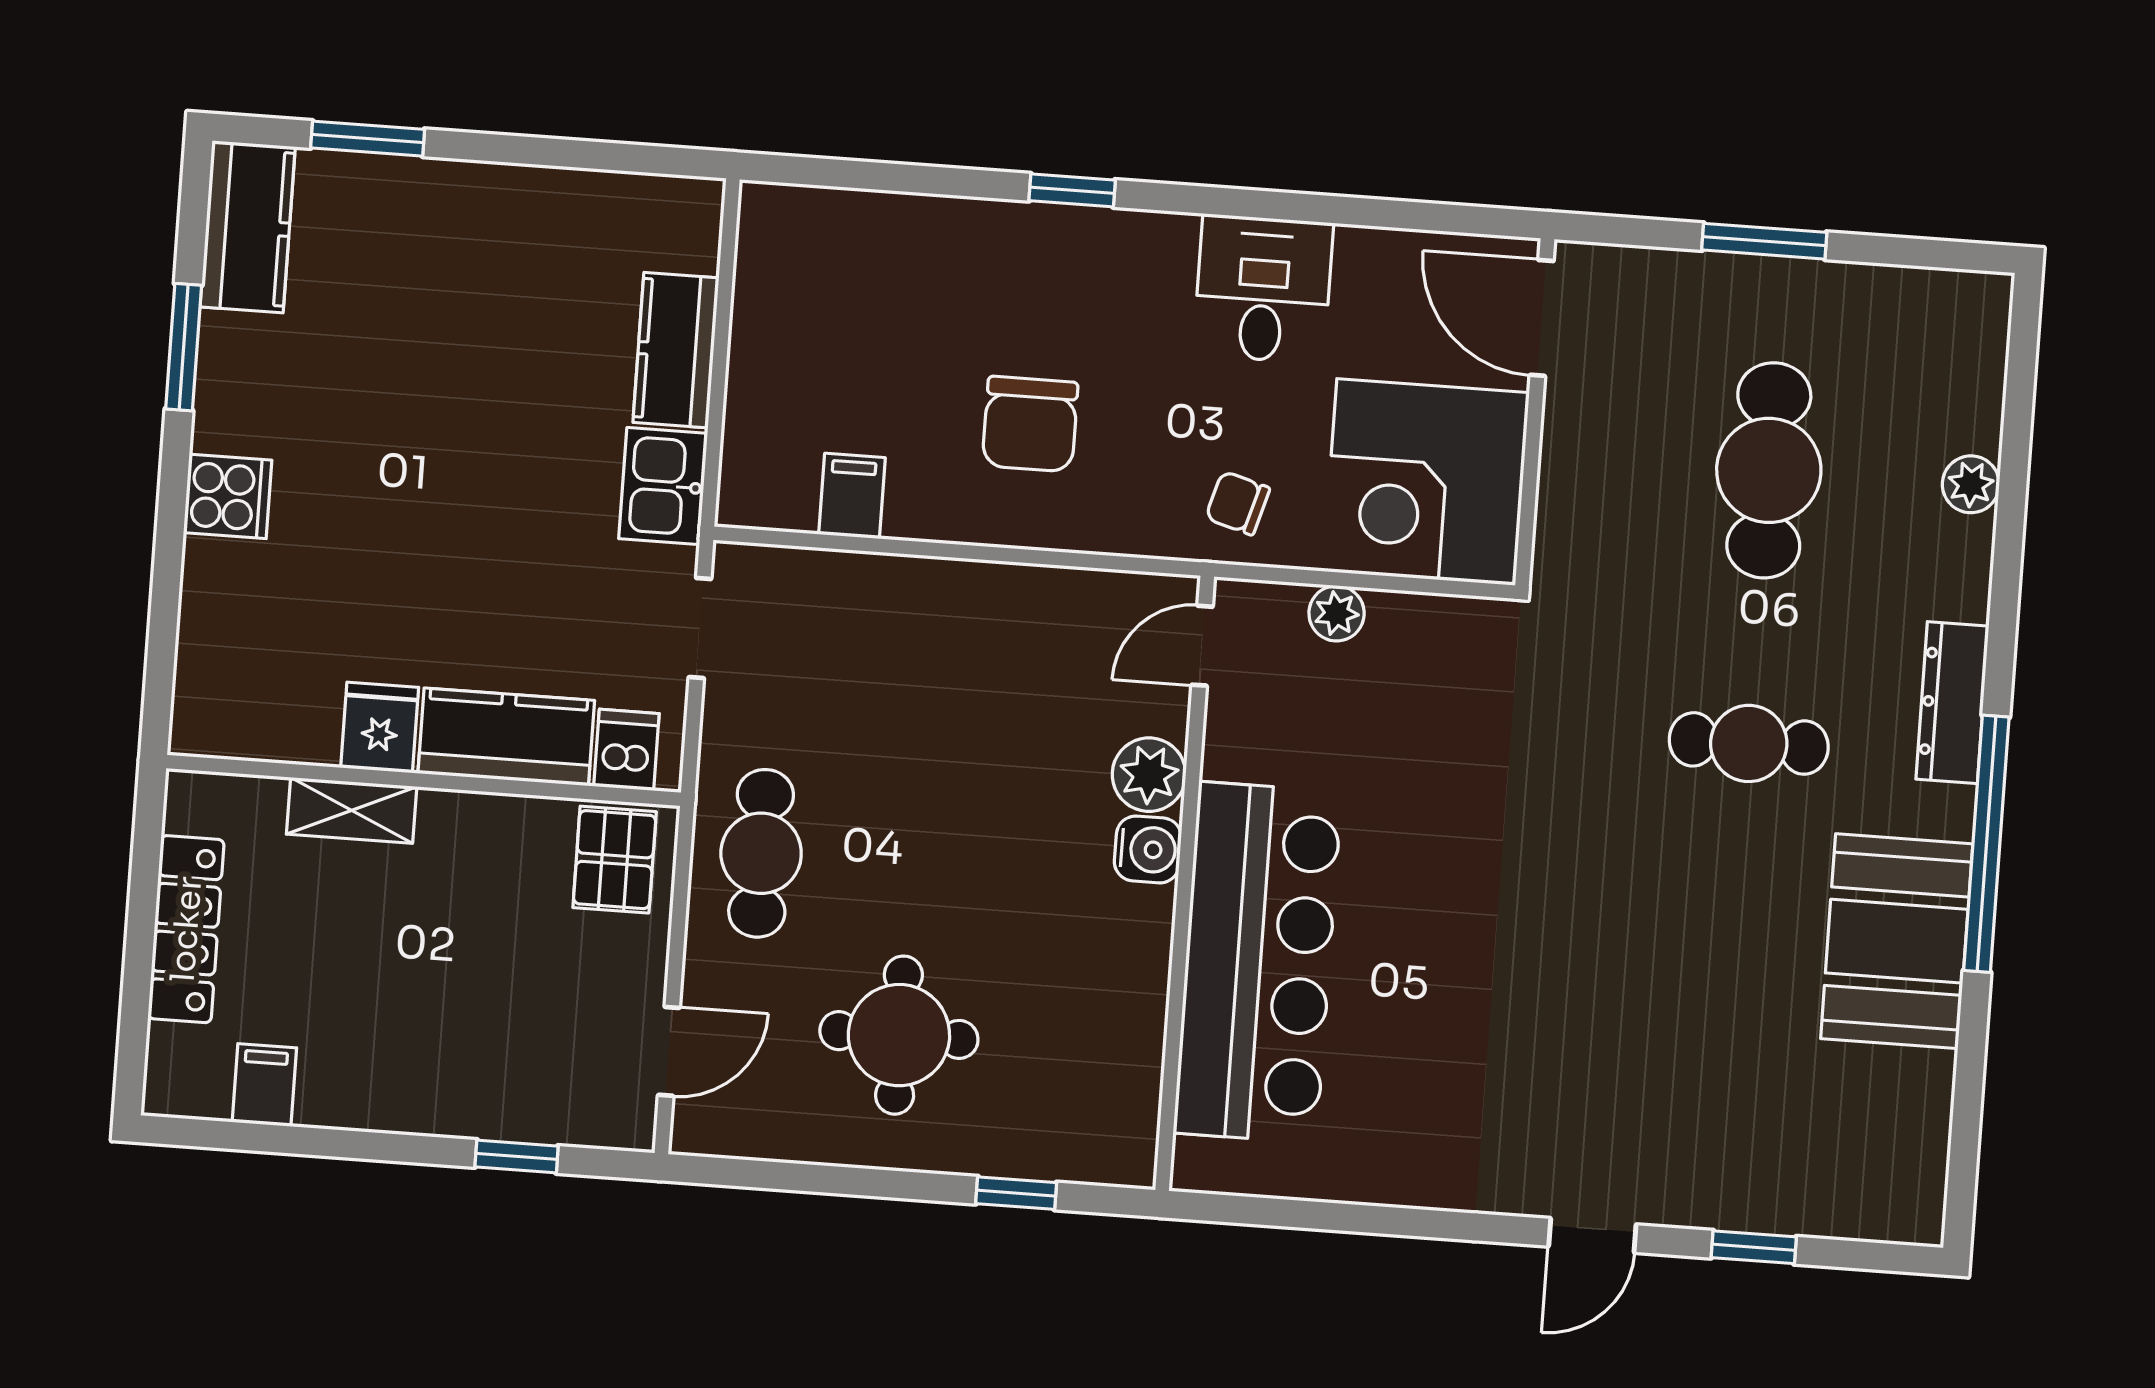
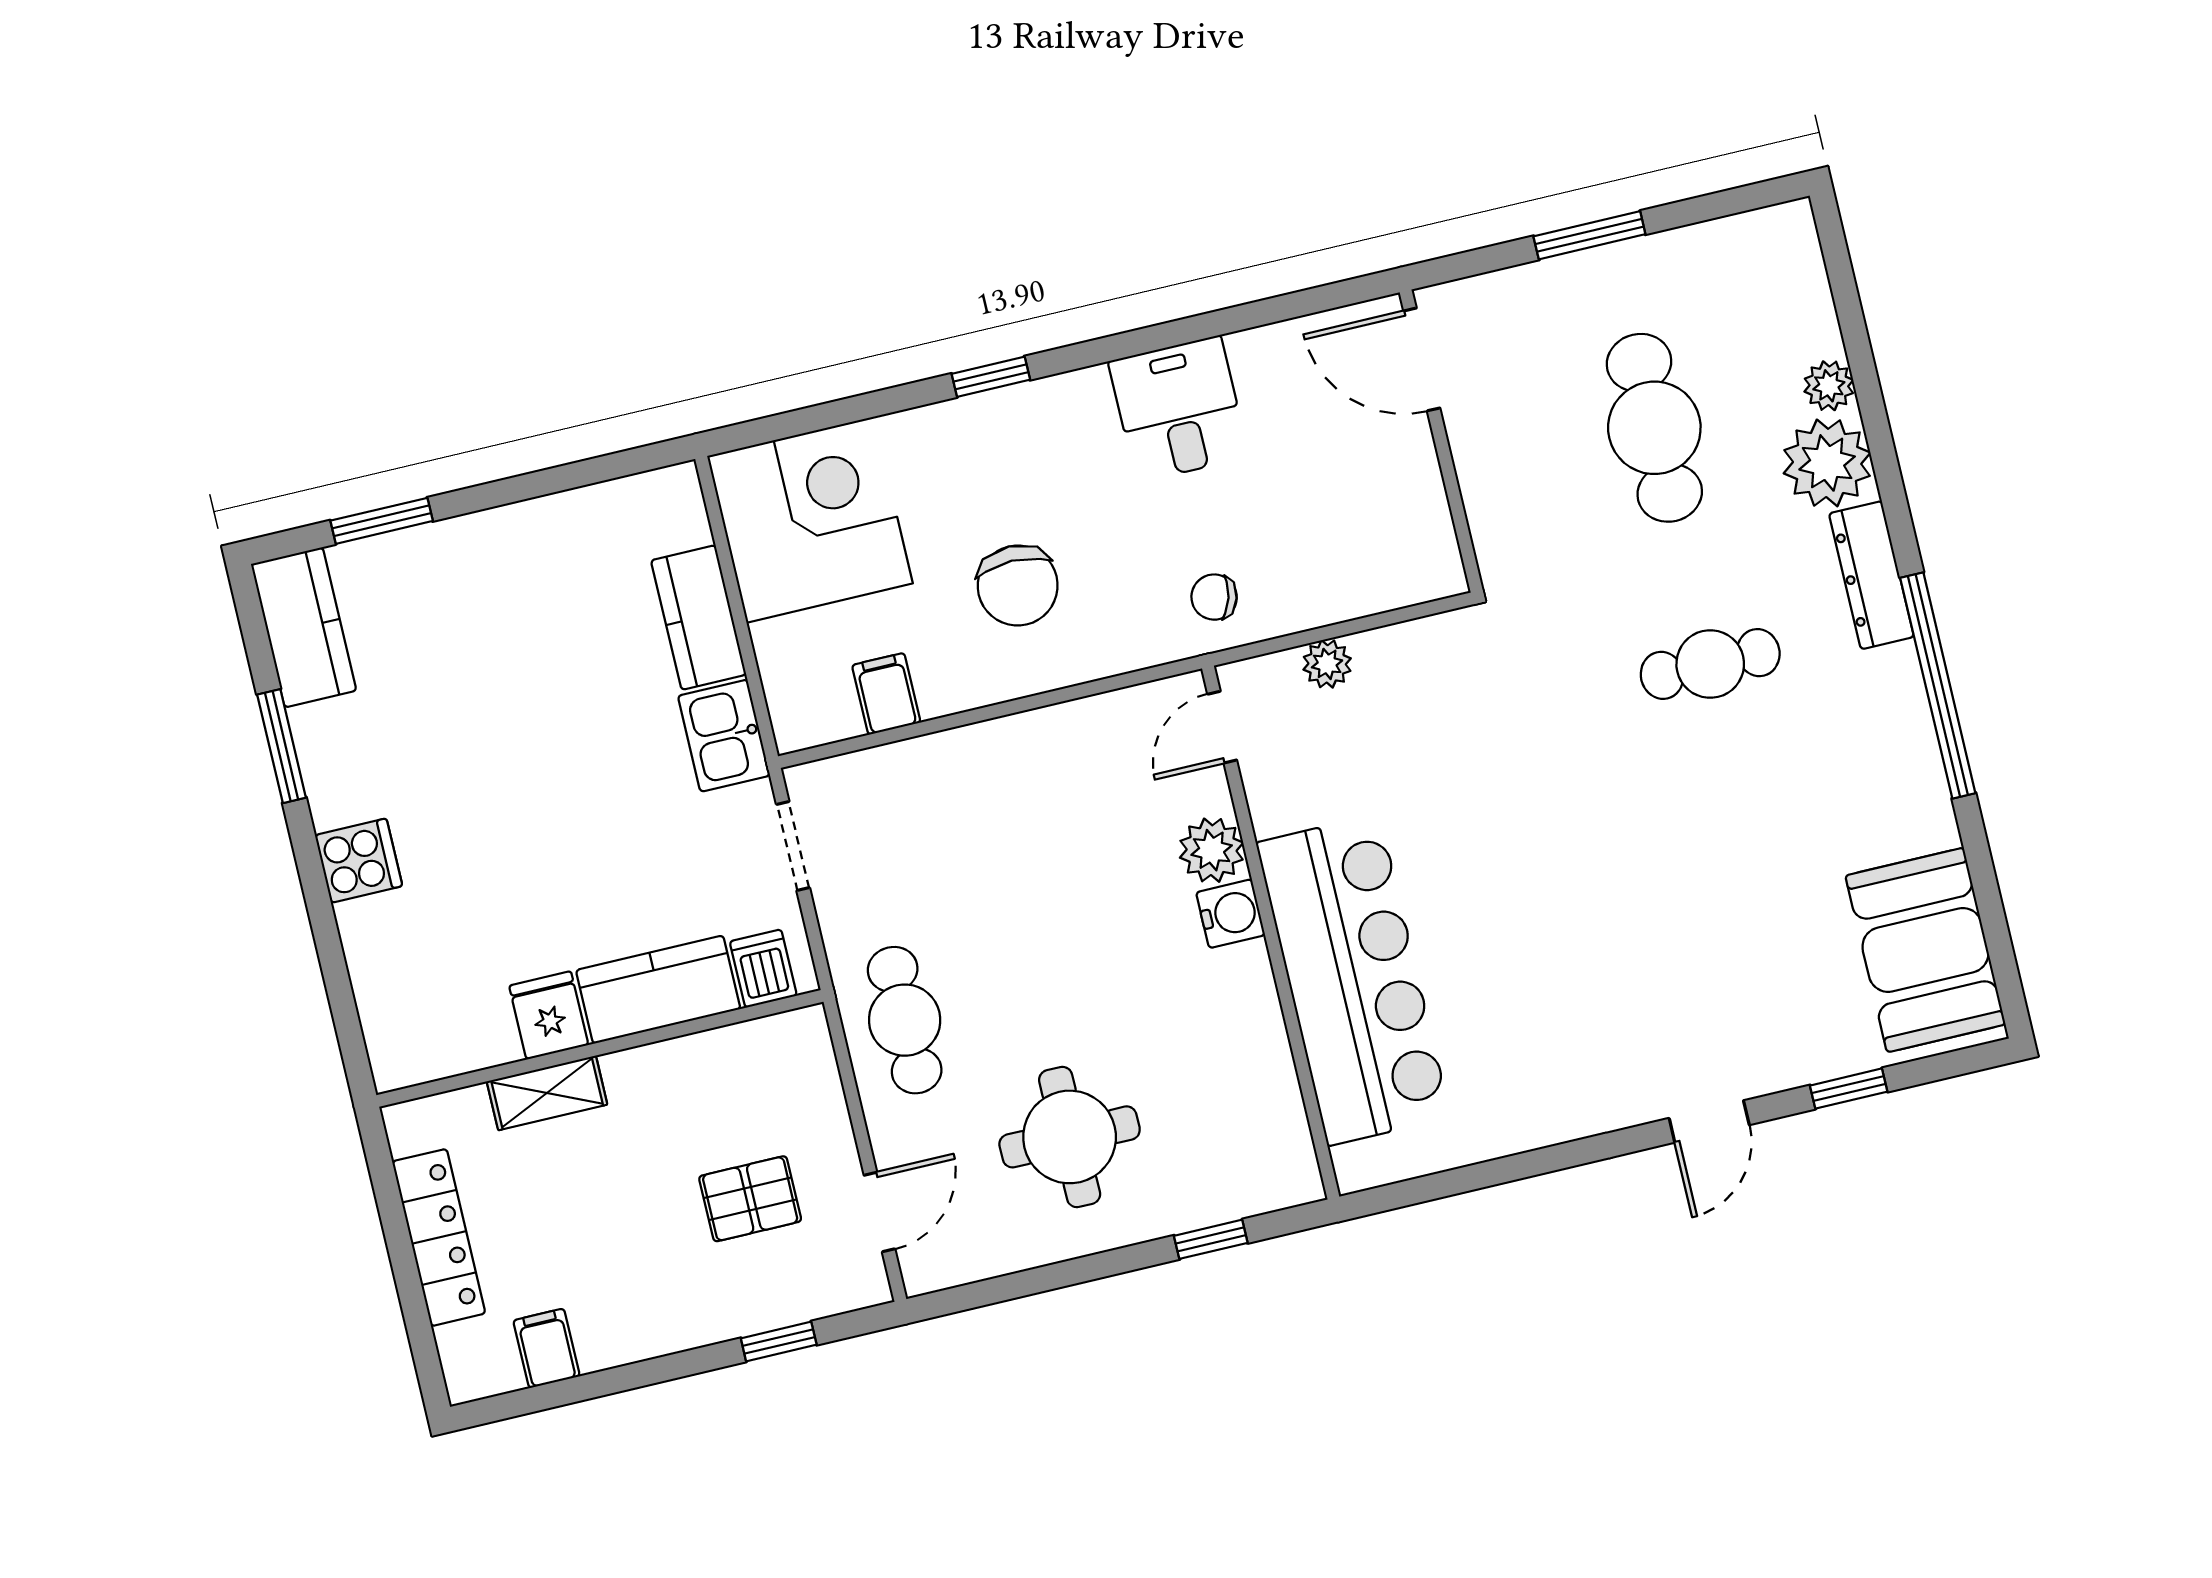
corner desk: (1426, 482) -> (810, 520), moved, turned 180
plant: (1943, 567) -> (1827, 463), added
pallet: (615, 860) -> (750, 1199), moved, turned 90
booth: (1897, 941) -> (1925, 950), moved

